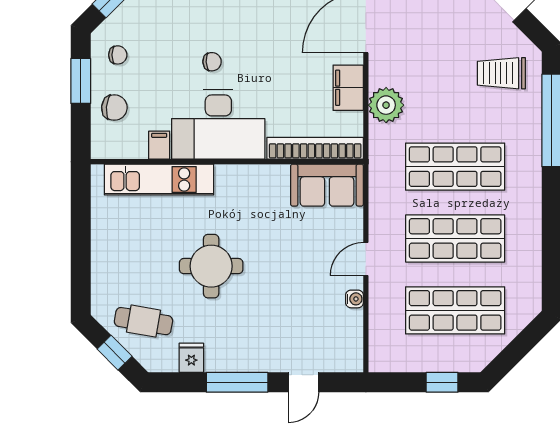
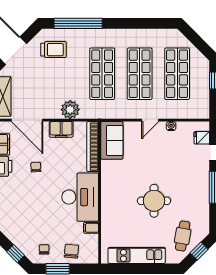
chair: (212, 62) -> (36, 167), moved
trolley: (501, 73) -> (54, 50), turned -90
kitchen unit: (159, 180) -> (137, 256), moved, turned -90
door: (366, 259) -> (150, 120), hinge flipped
fridge: (191, 358) -> (202, 138), moved

